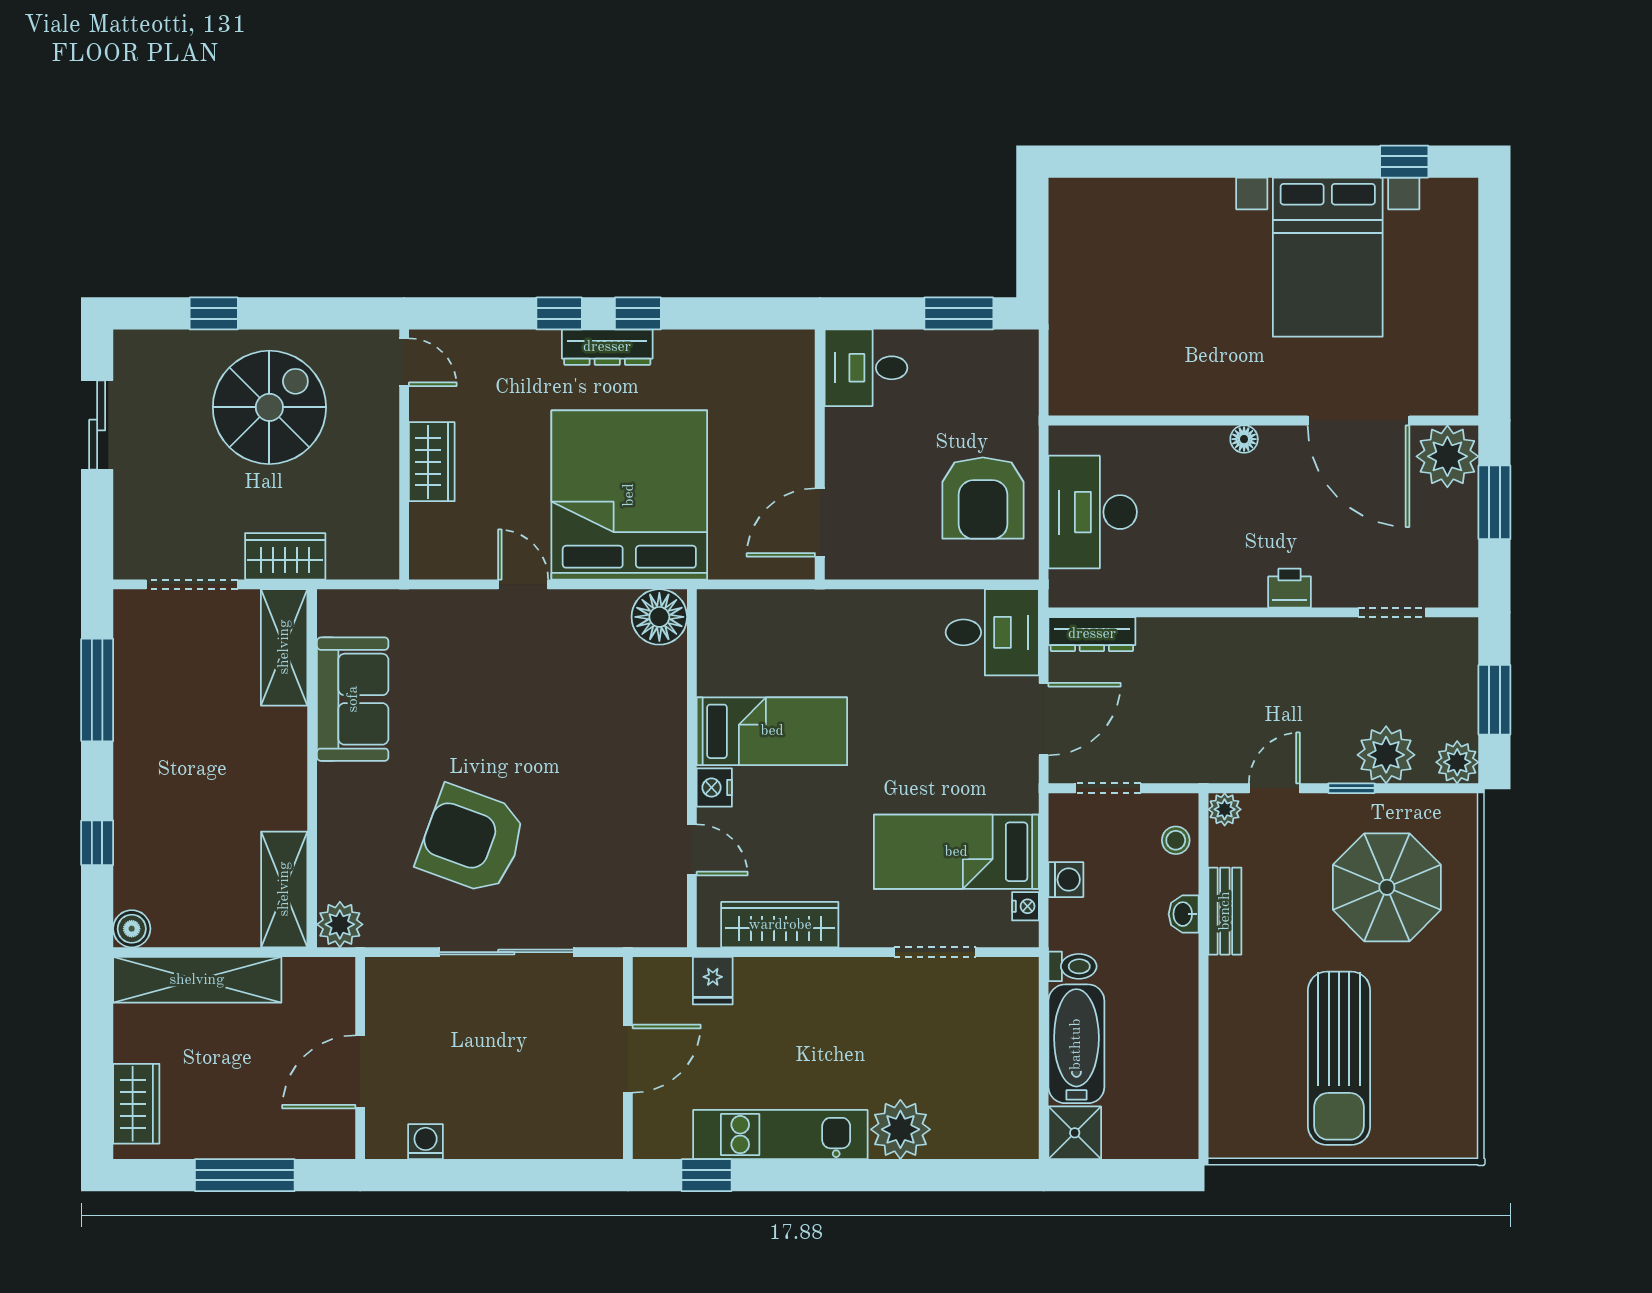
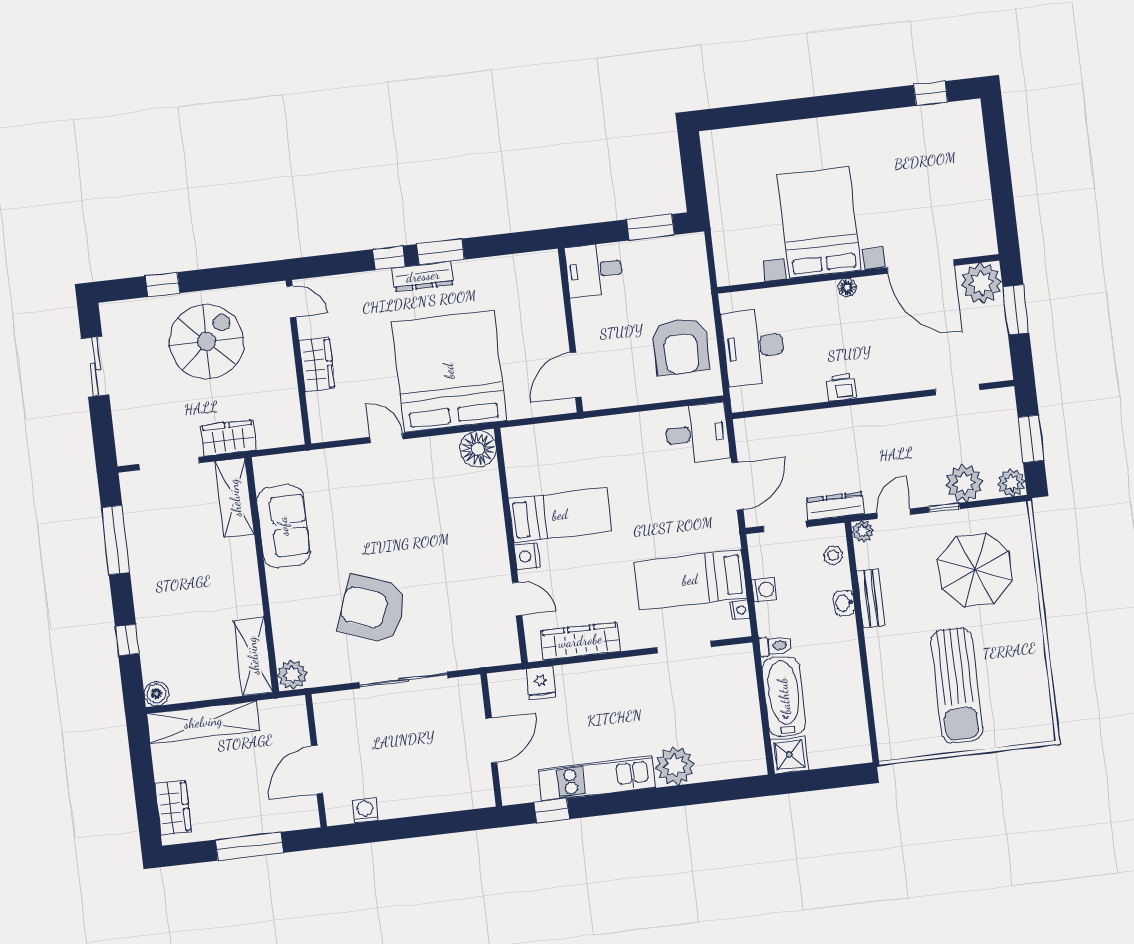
bed with nightstands: (1328, 257) -> (819, 222), moved, turned 180
window: (638, 313) -> (441, 252), width x1.50
printer: (1290, 588) -> (842, 387), moved
dresser: (1092, 634) -> (835, 506), moved, turned 180

